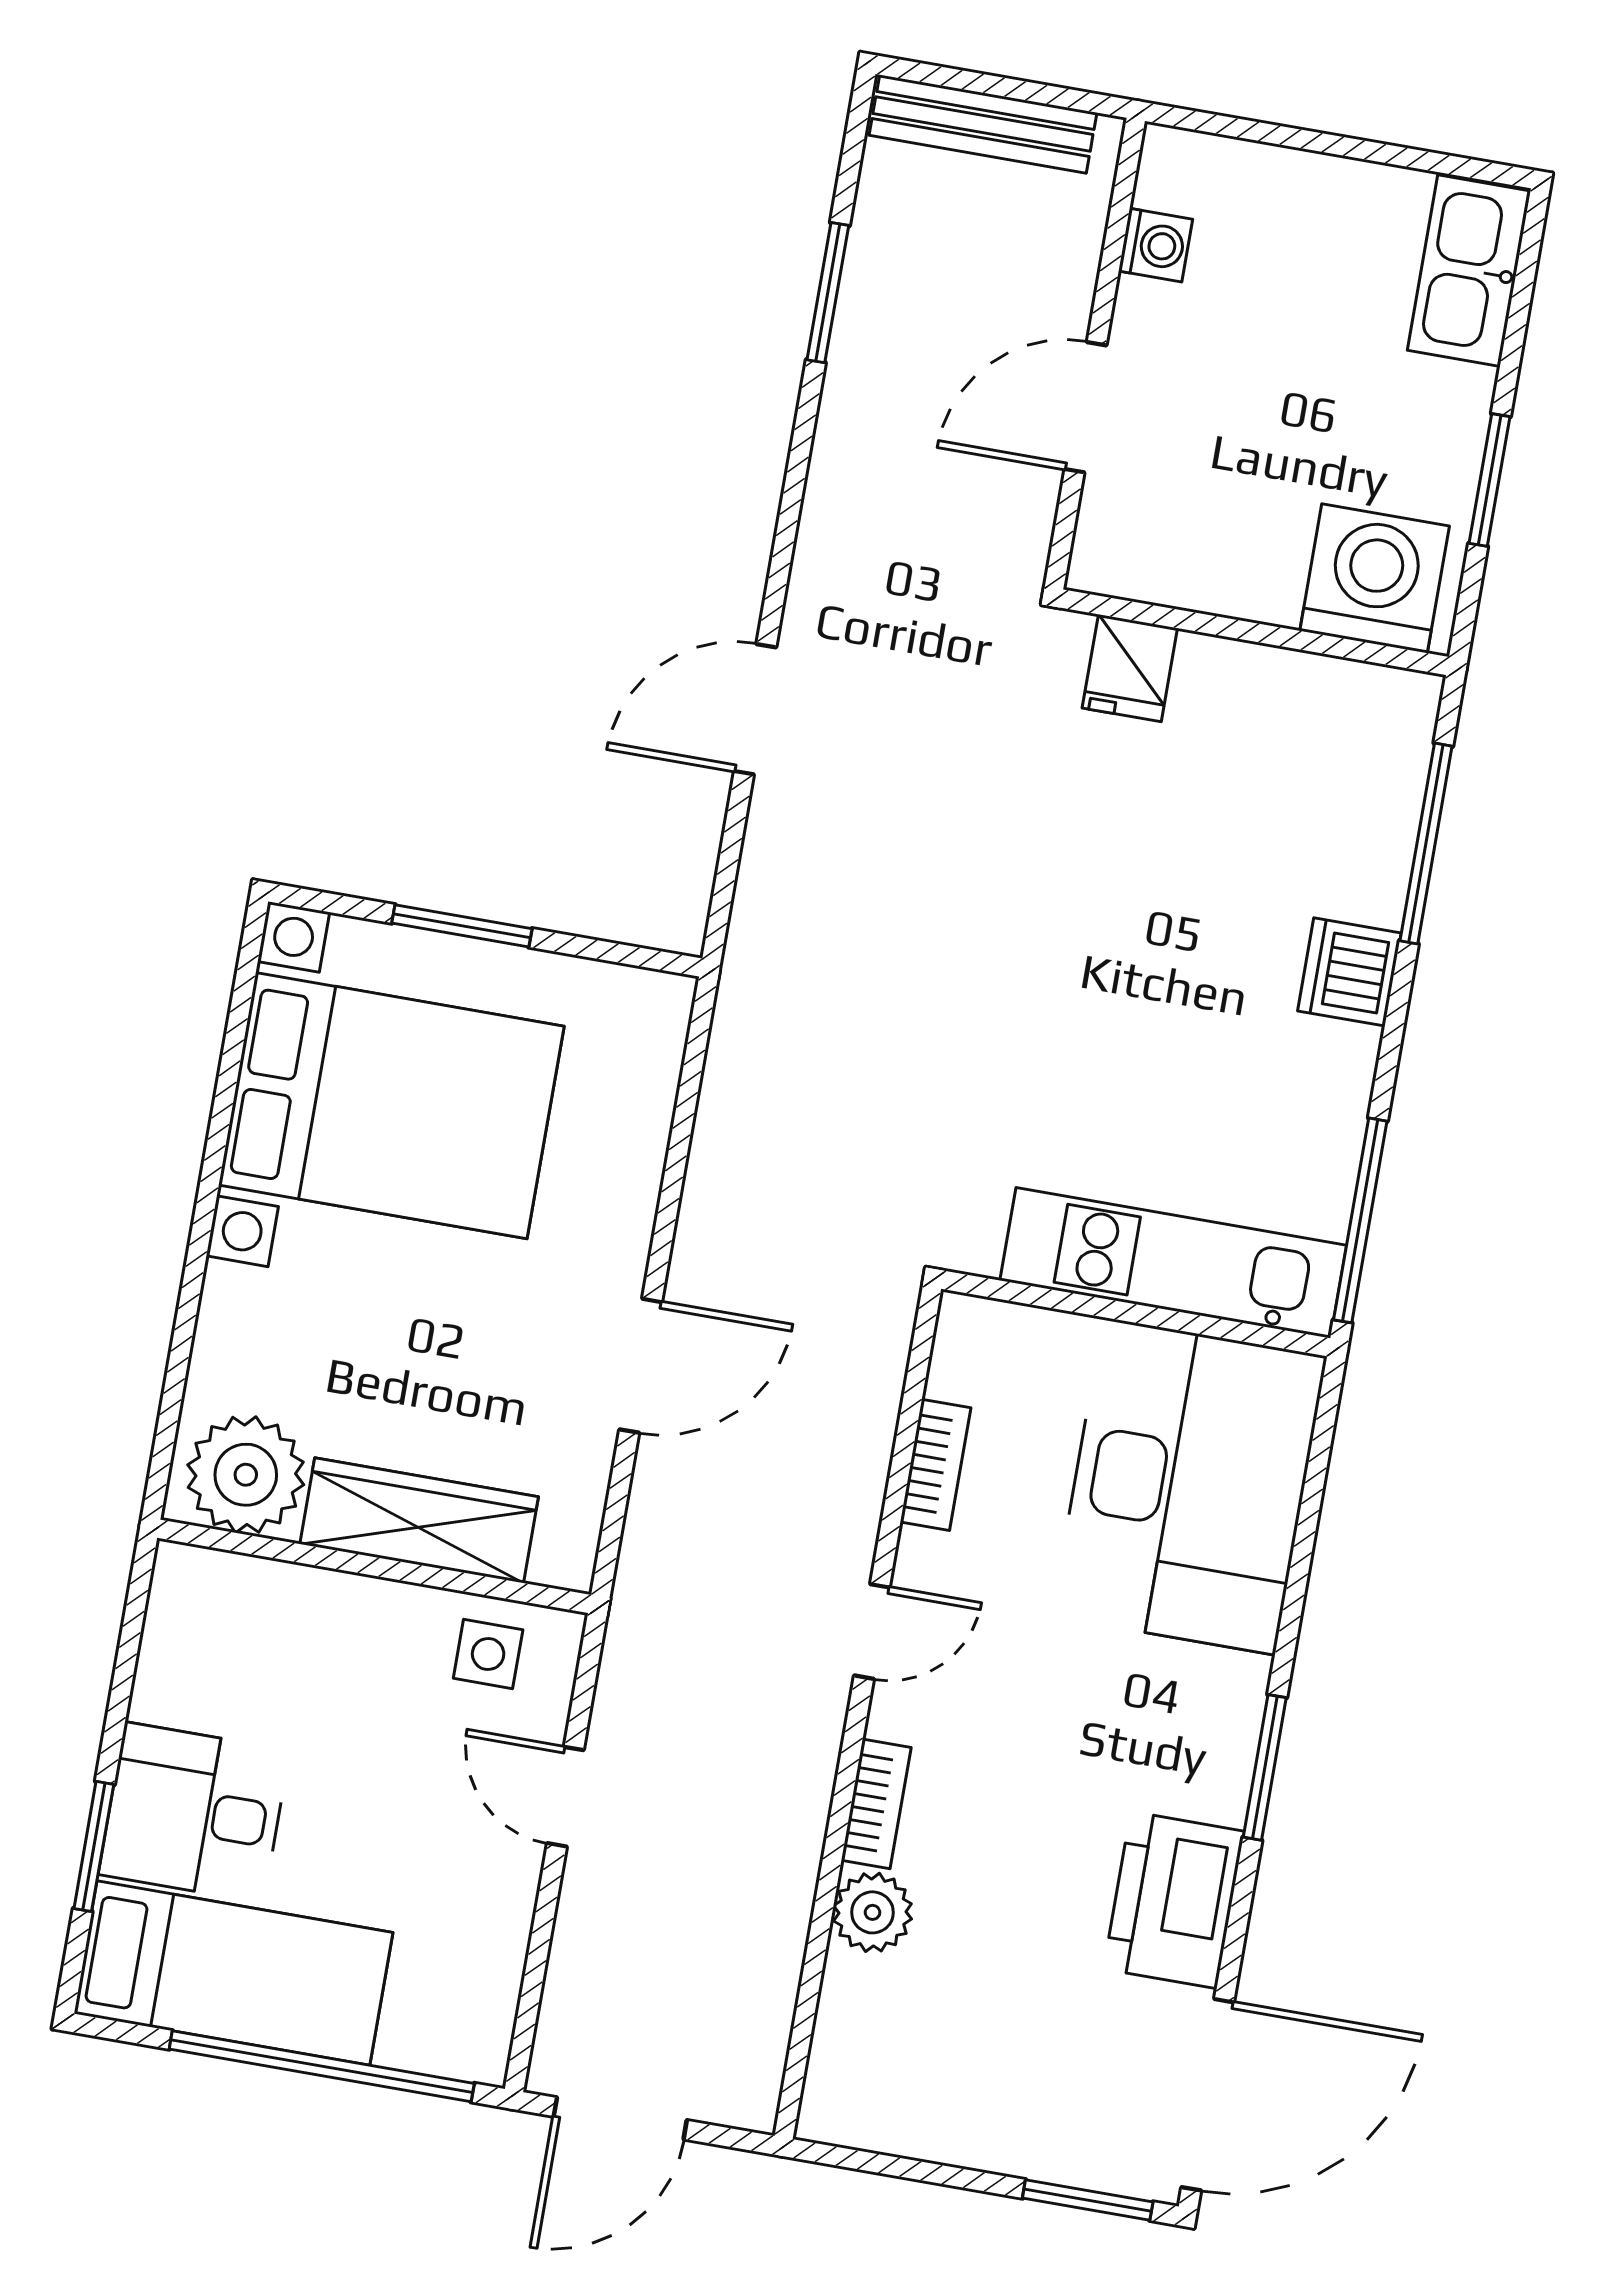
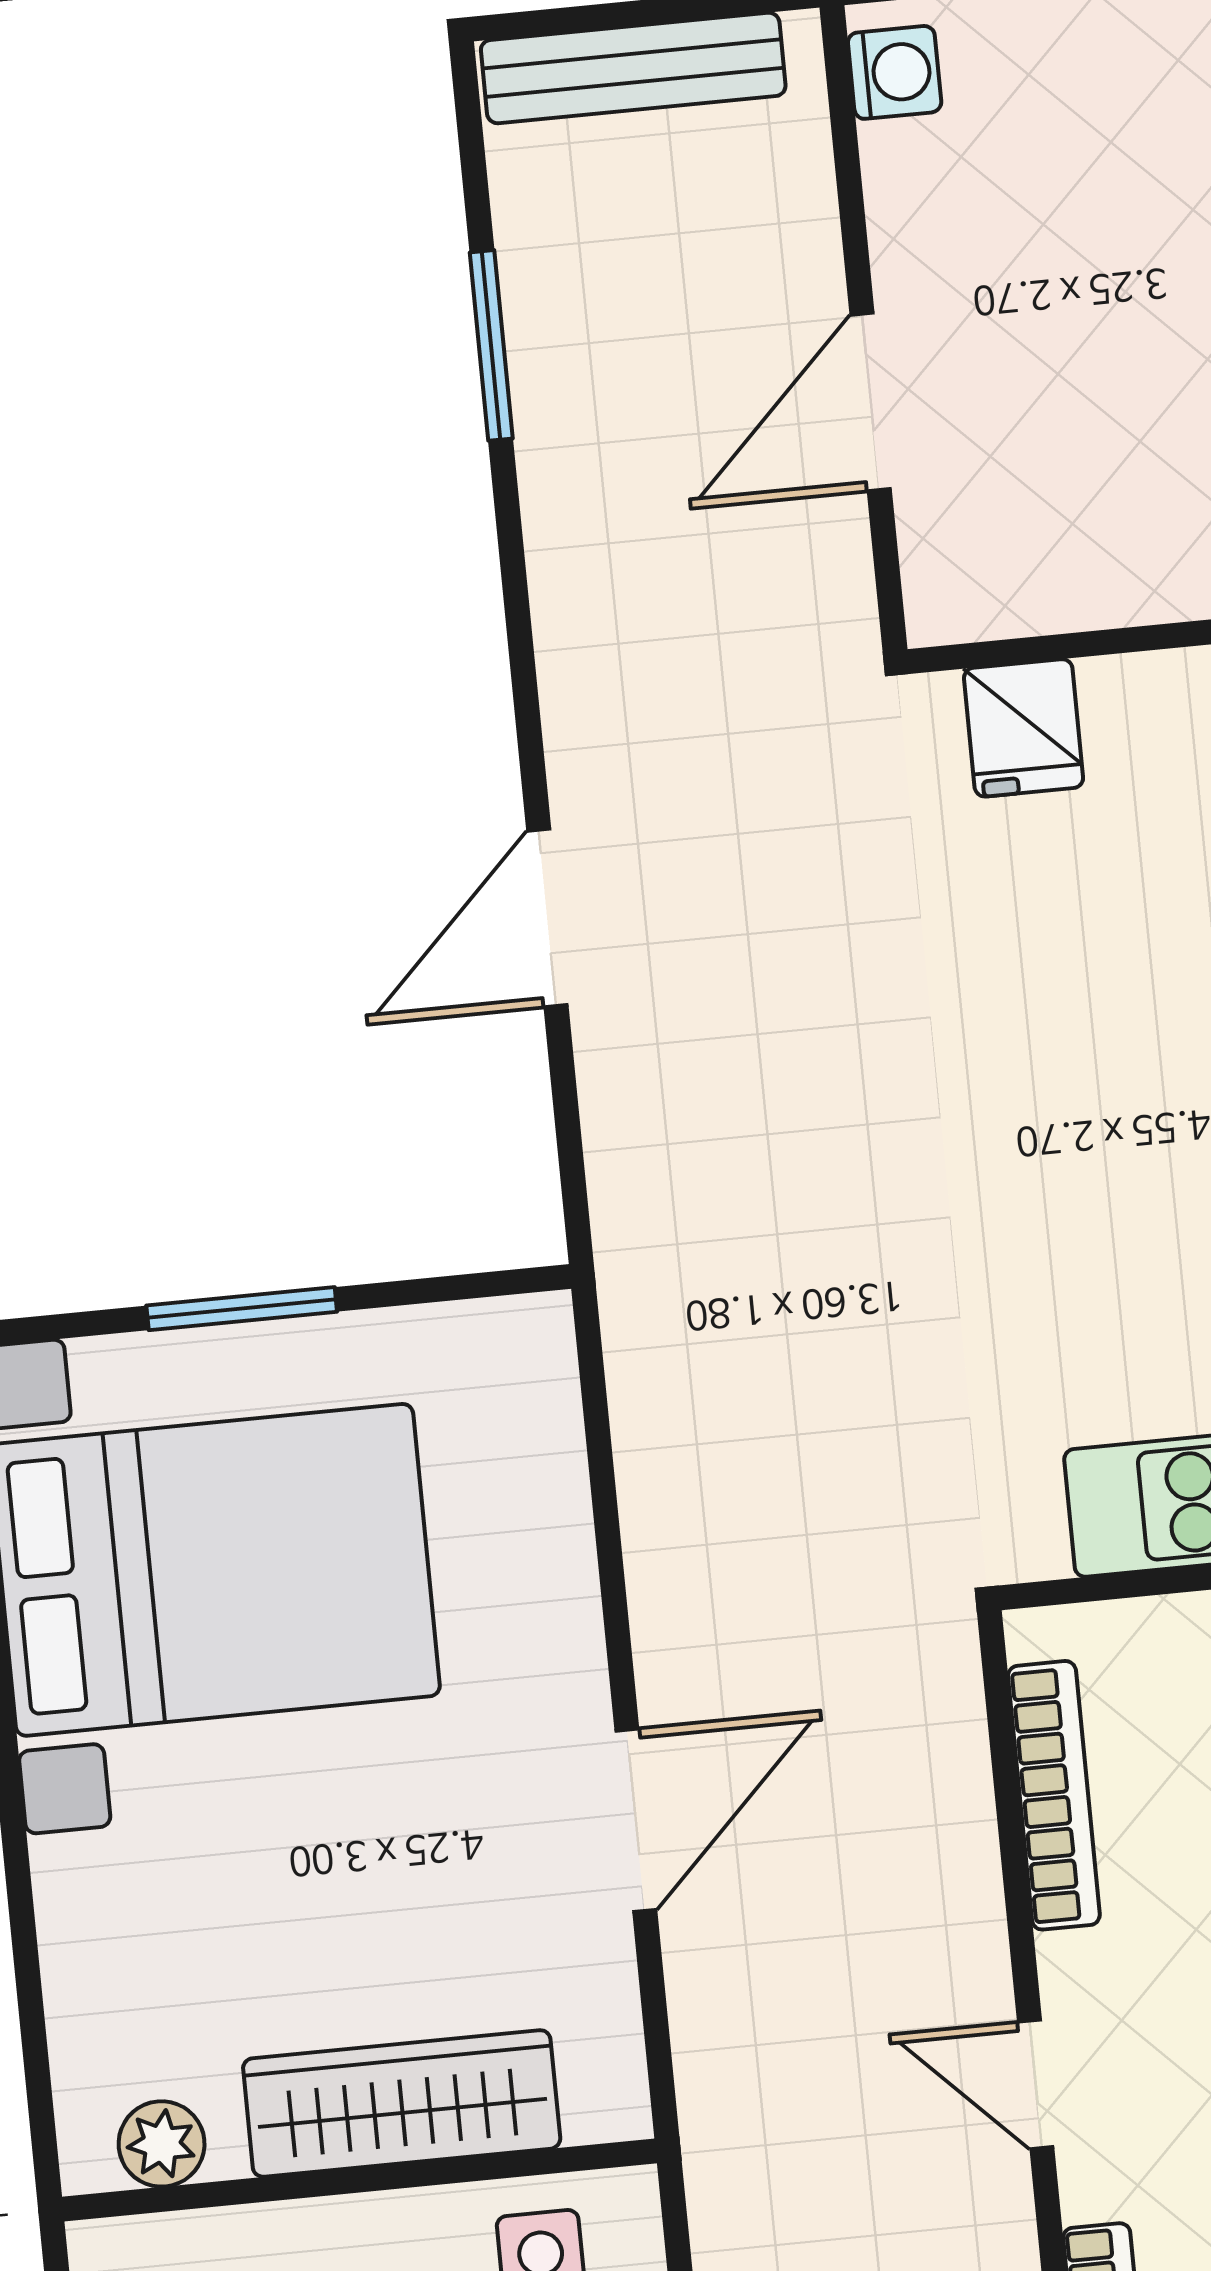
washing machine: (1156, 245) -> (895, 72), moved
bookcase: (936, 1465) -> (1054, 1795), width x1.56
plant: (246, 1475) -> (162, 2144), width x0.53, depth x0.53
door: (872, 1631) -> (1036, 2084), swing flipped

